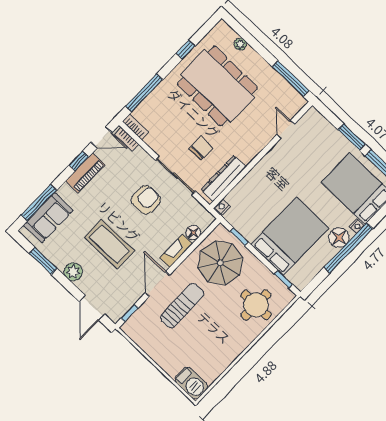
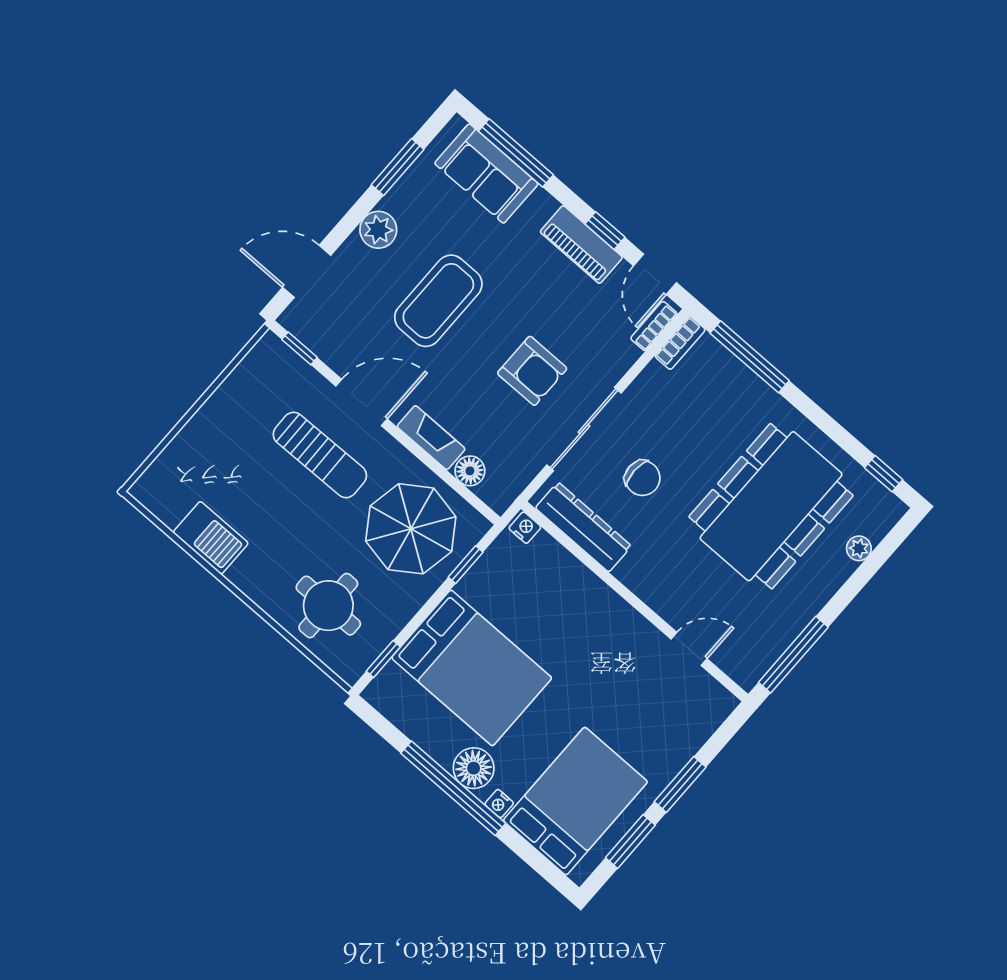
window: (186, 50) -> (884, 474), moved
barbecue: (191, 383) -> (211, 538), moved, turned -90

